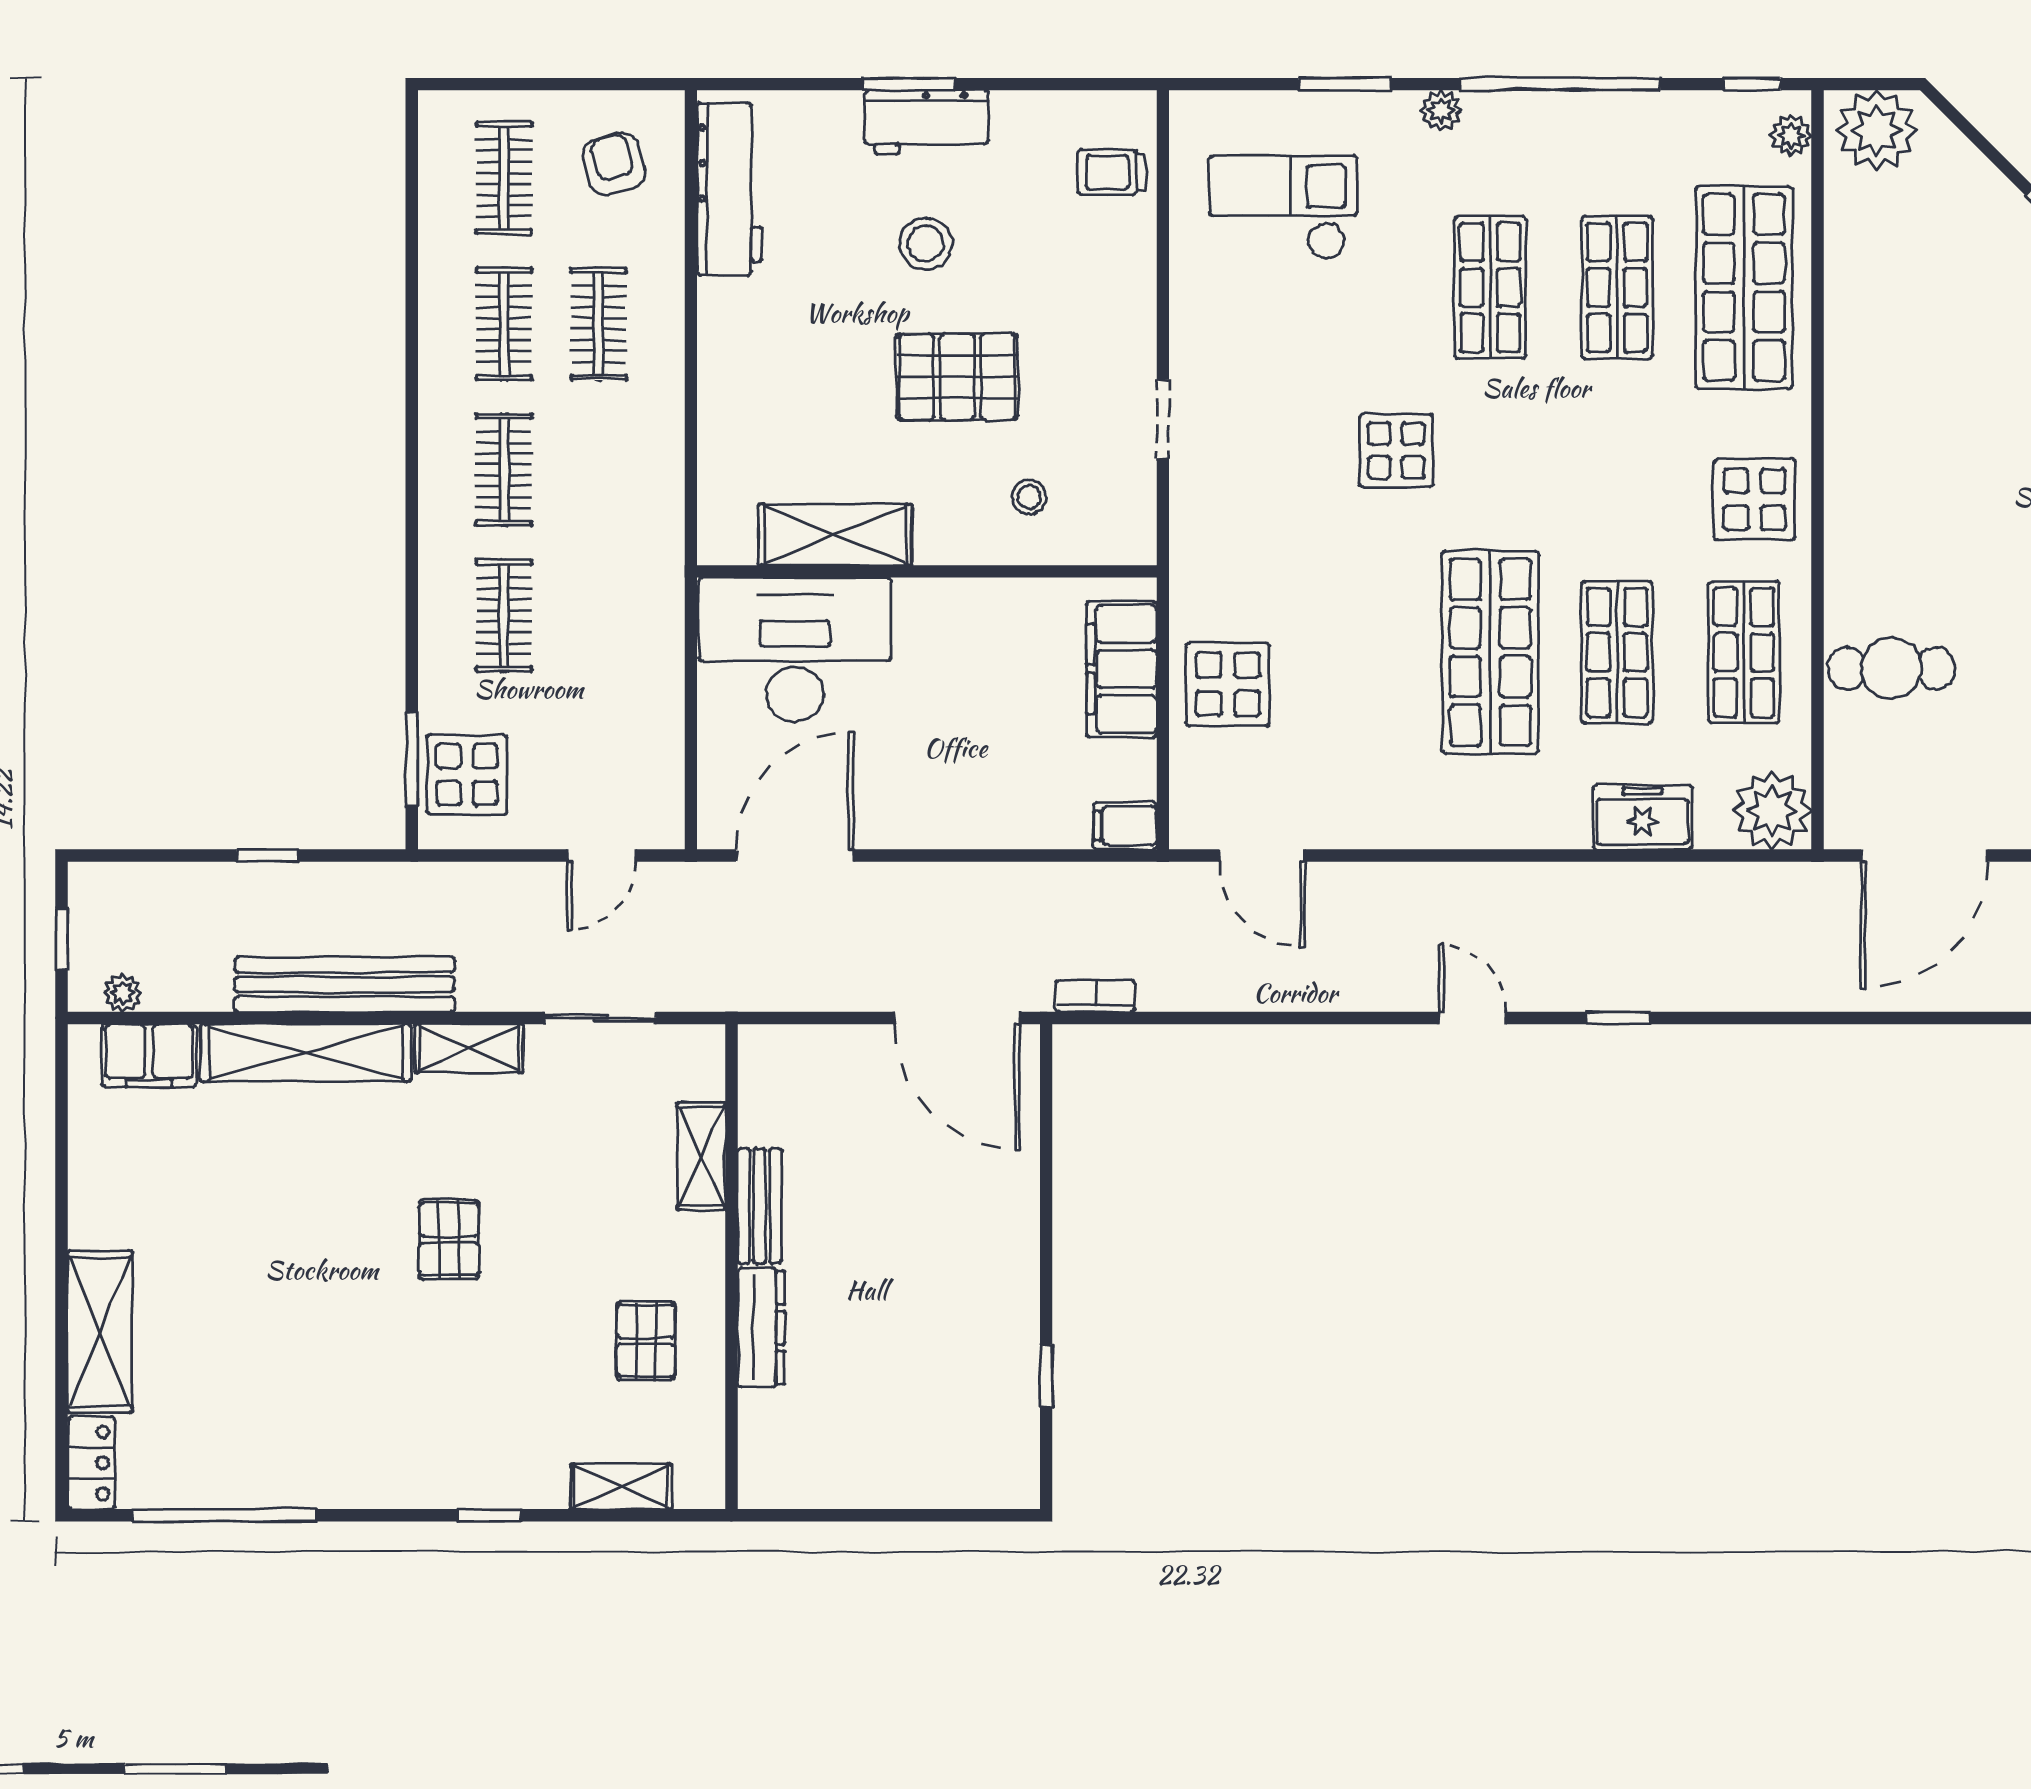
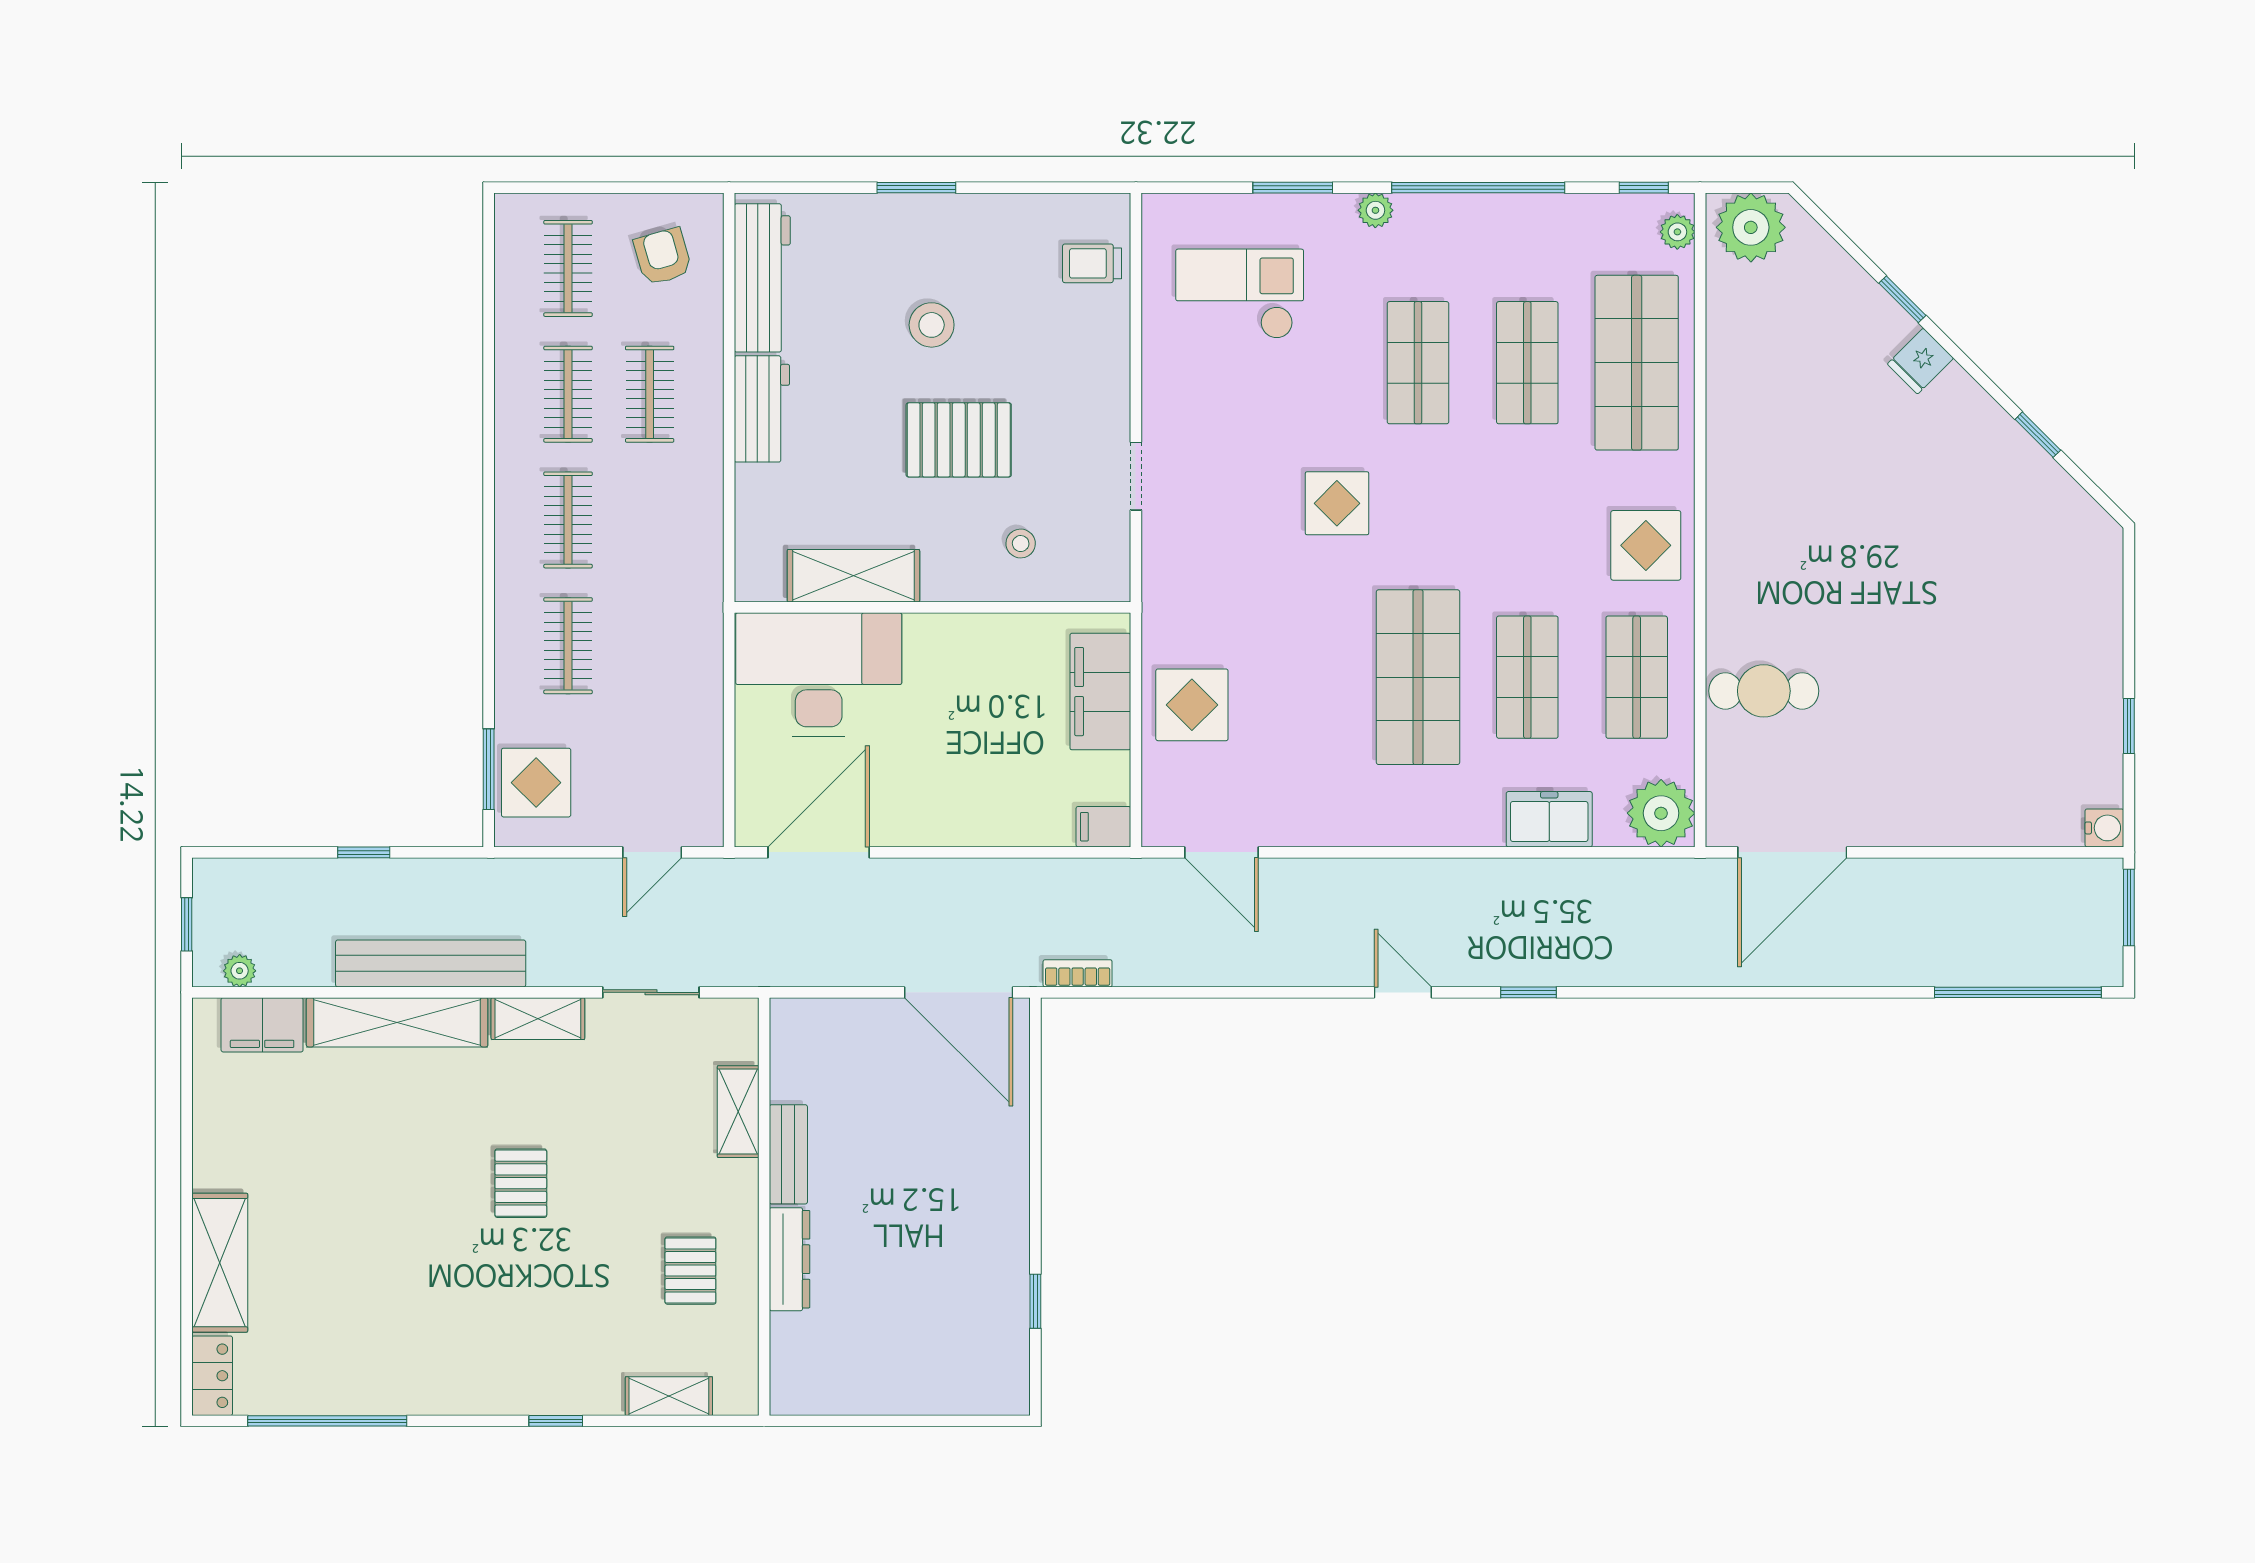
workbench: (926, 122) -> (762, 409), moved, turned -90

